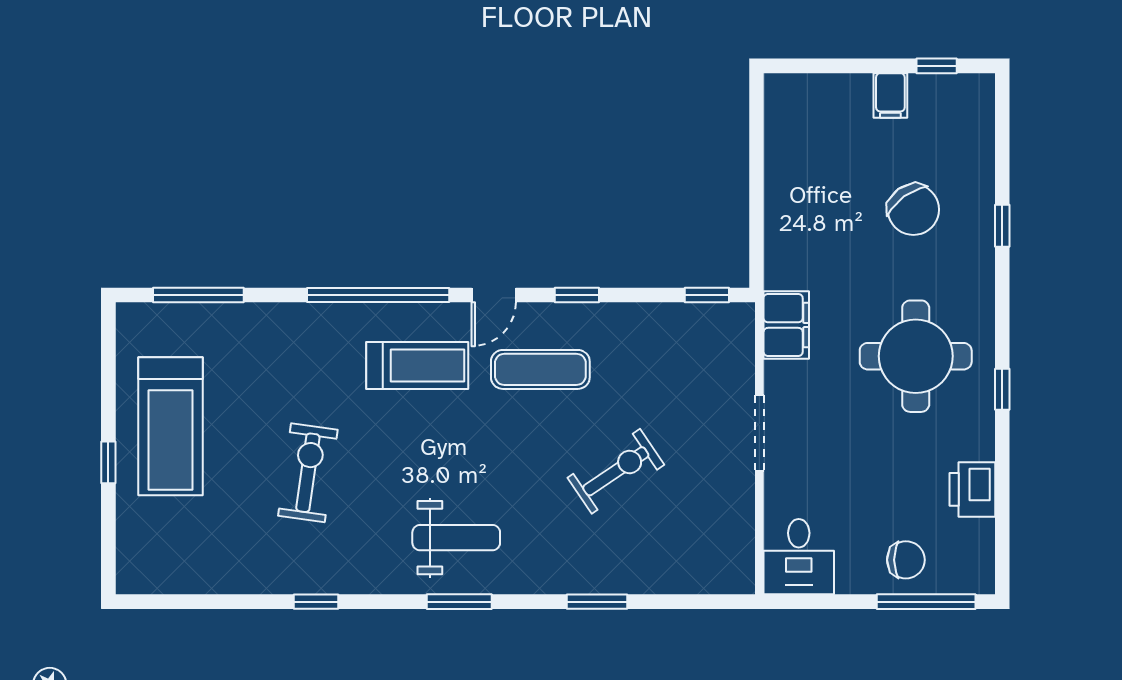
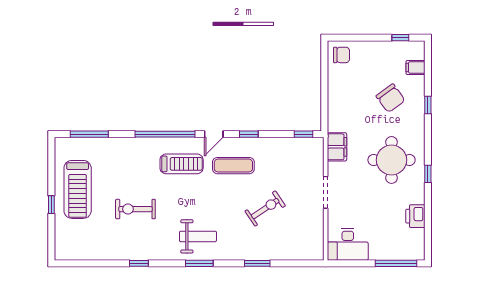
filing cabinet: (890, 96) -> (415, 67), moved, turned 90
exercise bike: (308, 473) -> (135, 209), turned -98
desk: (799, 557) -> (348, 244), width x1.37
chair: (906, 560) -> (342, 55), moved

